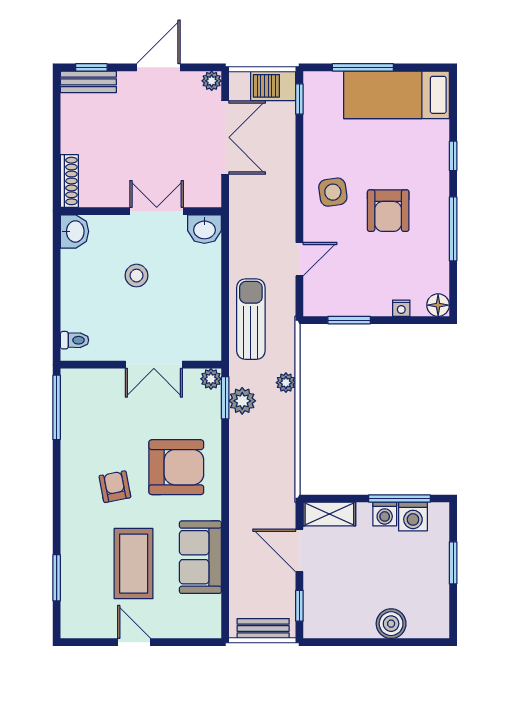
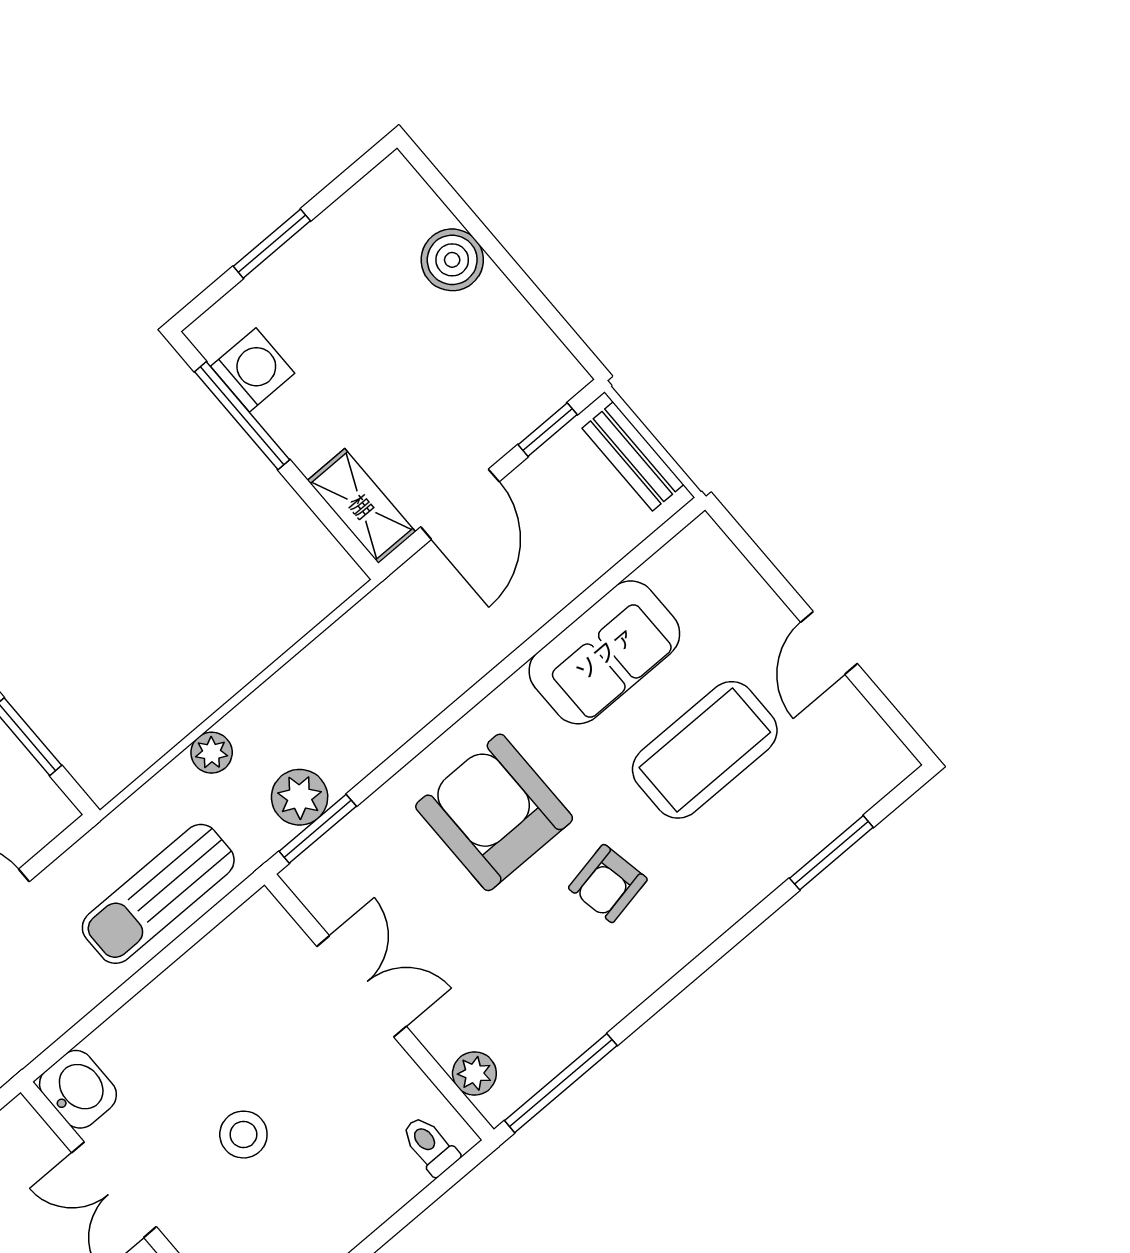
plant: (211, 379) -> (474, 1073), moved
washing machine: (385, 514) -> (287, 418), removed

